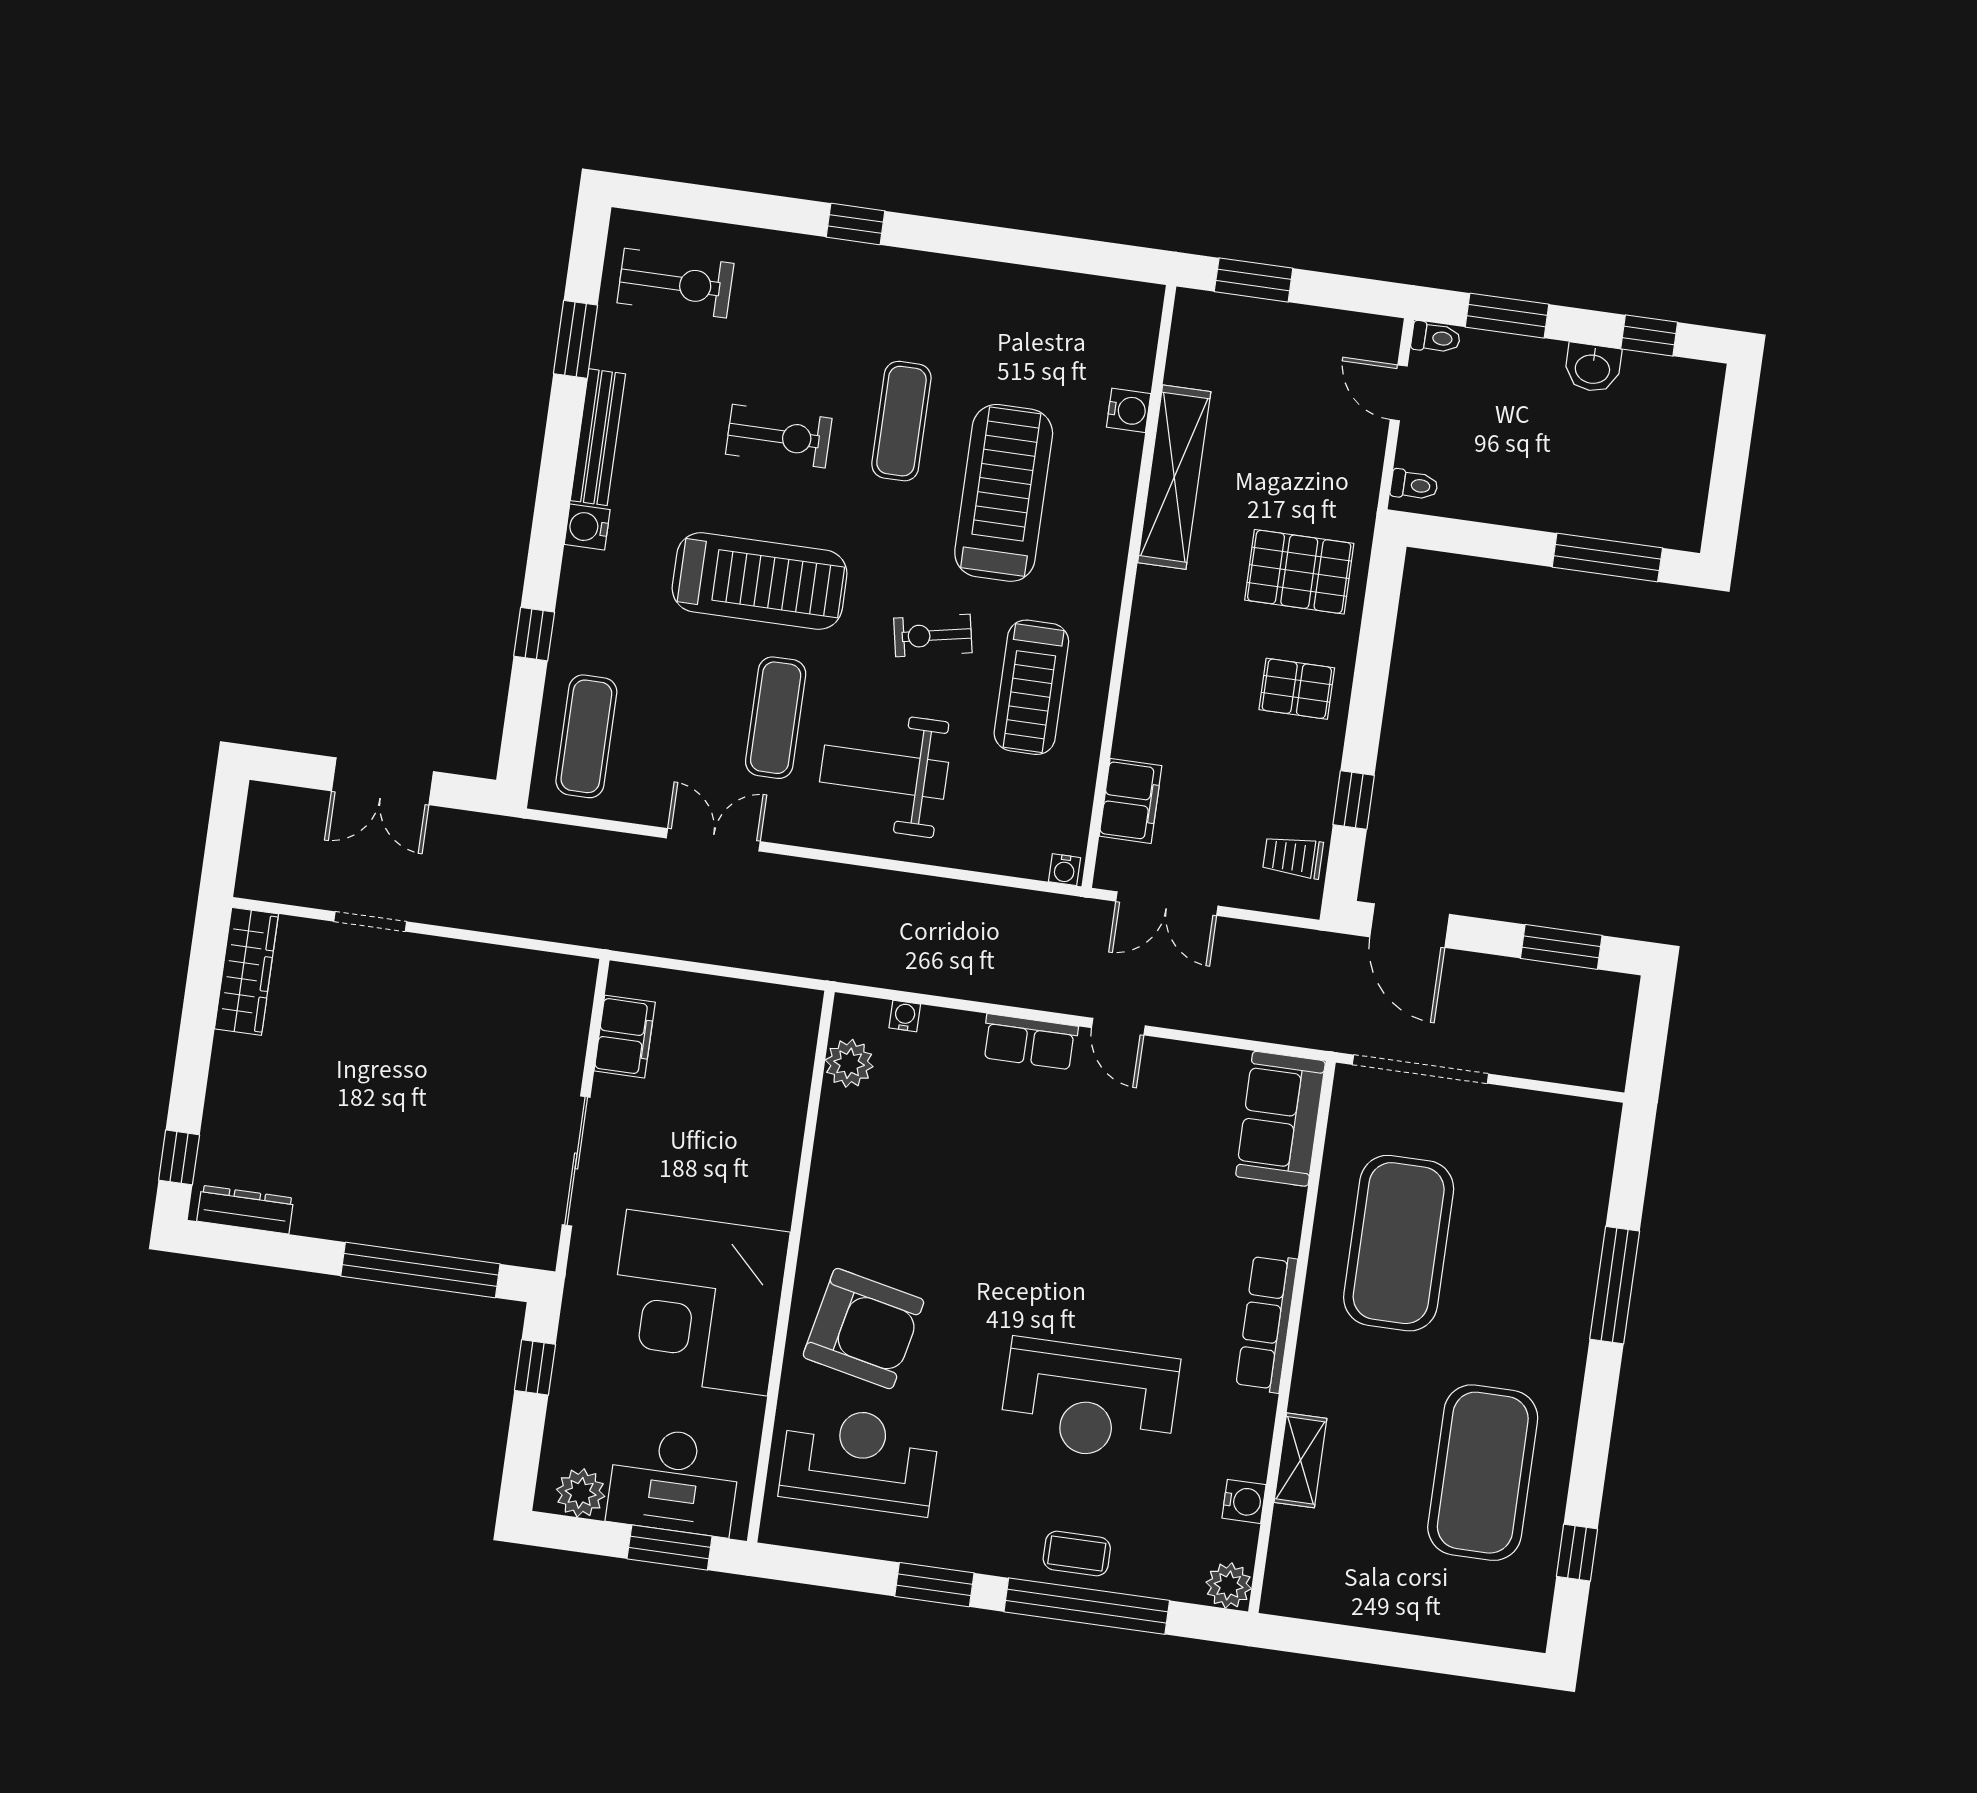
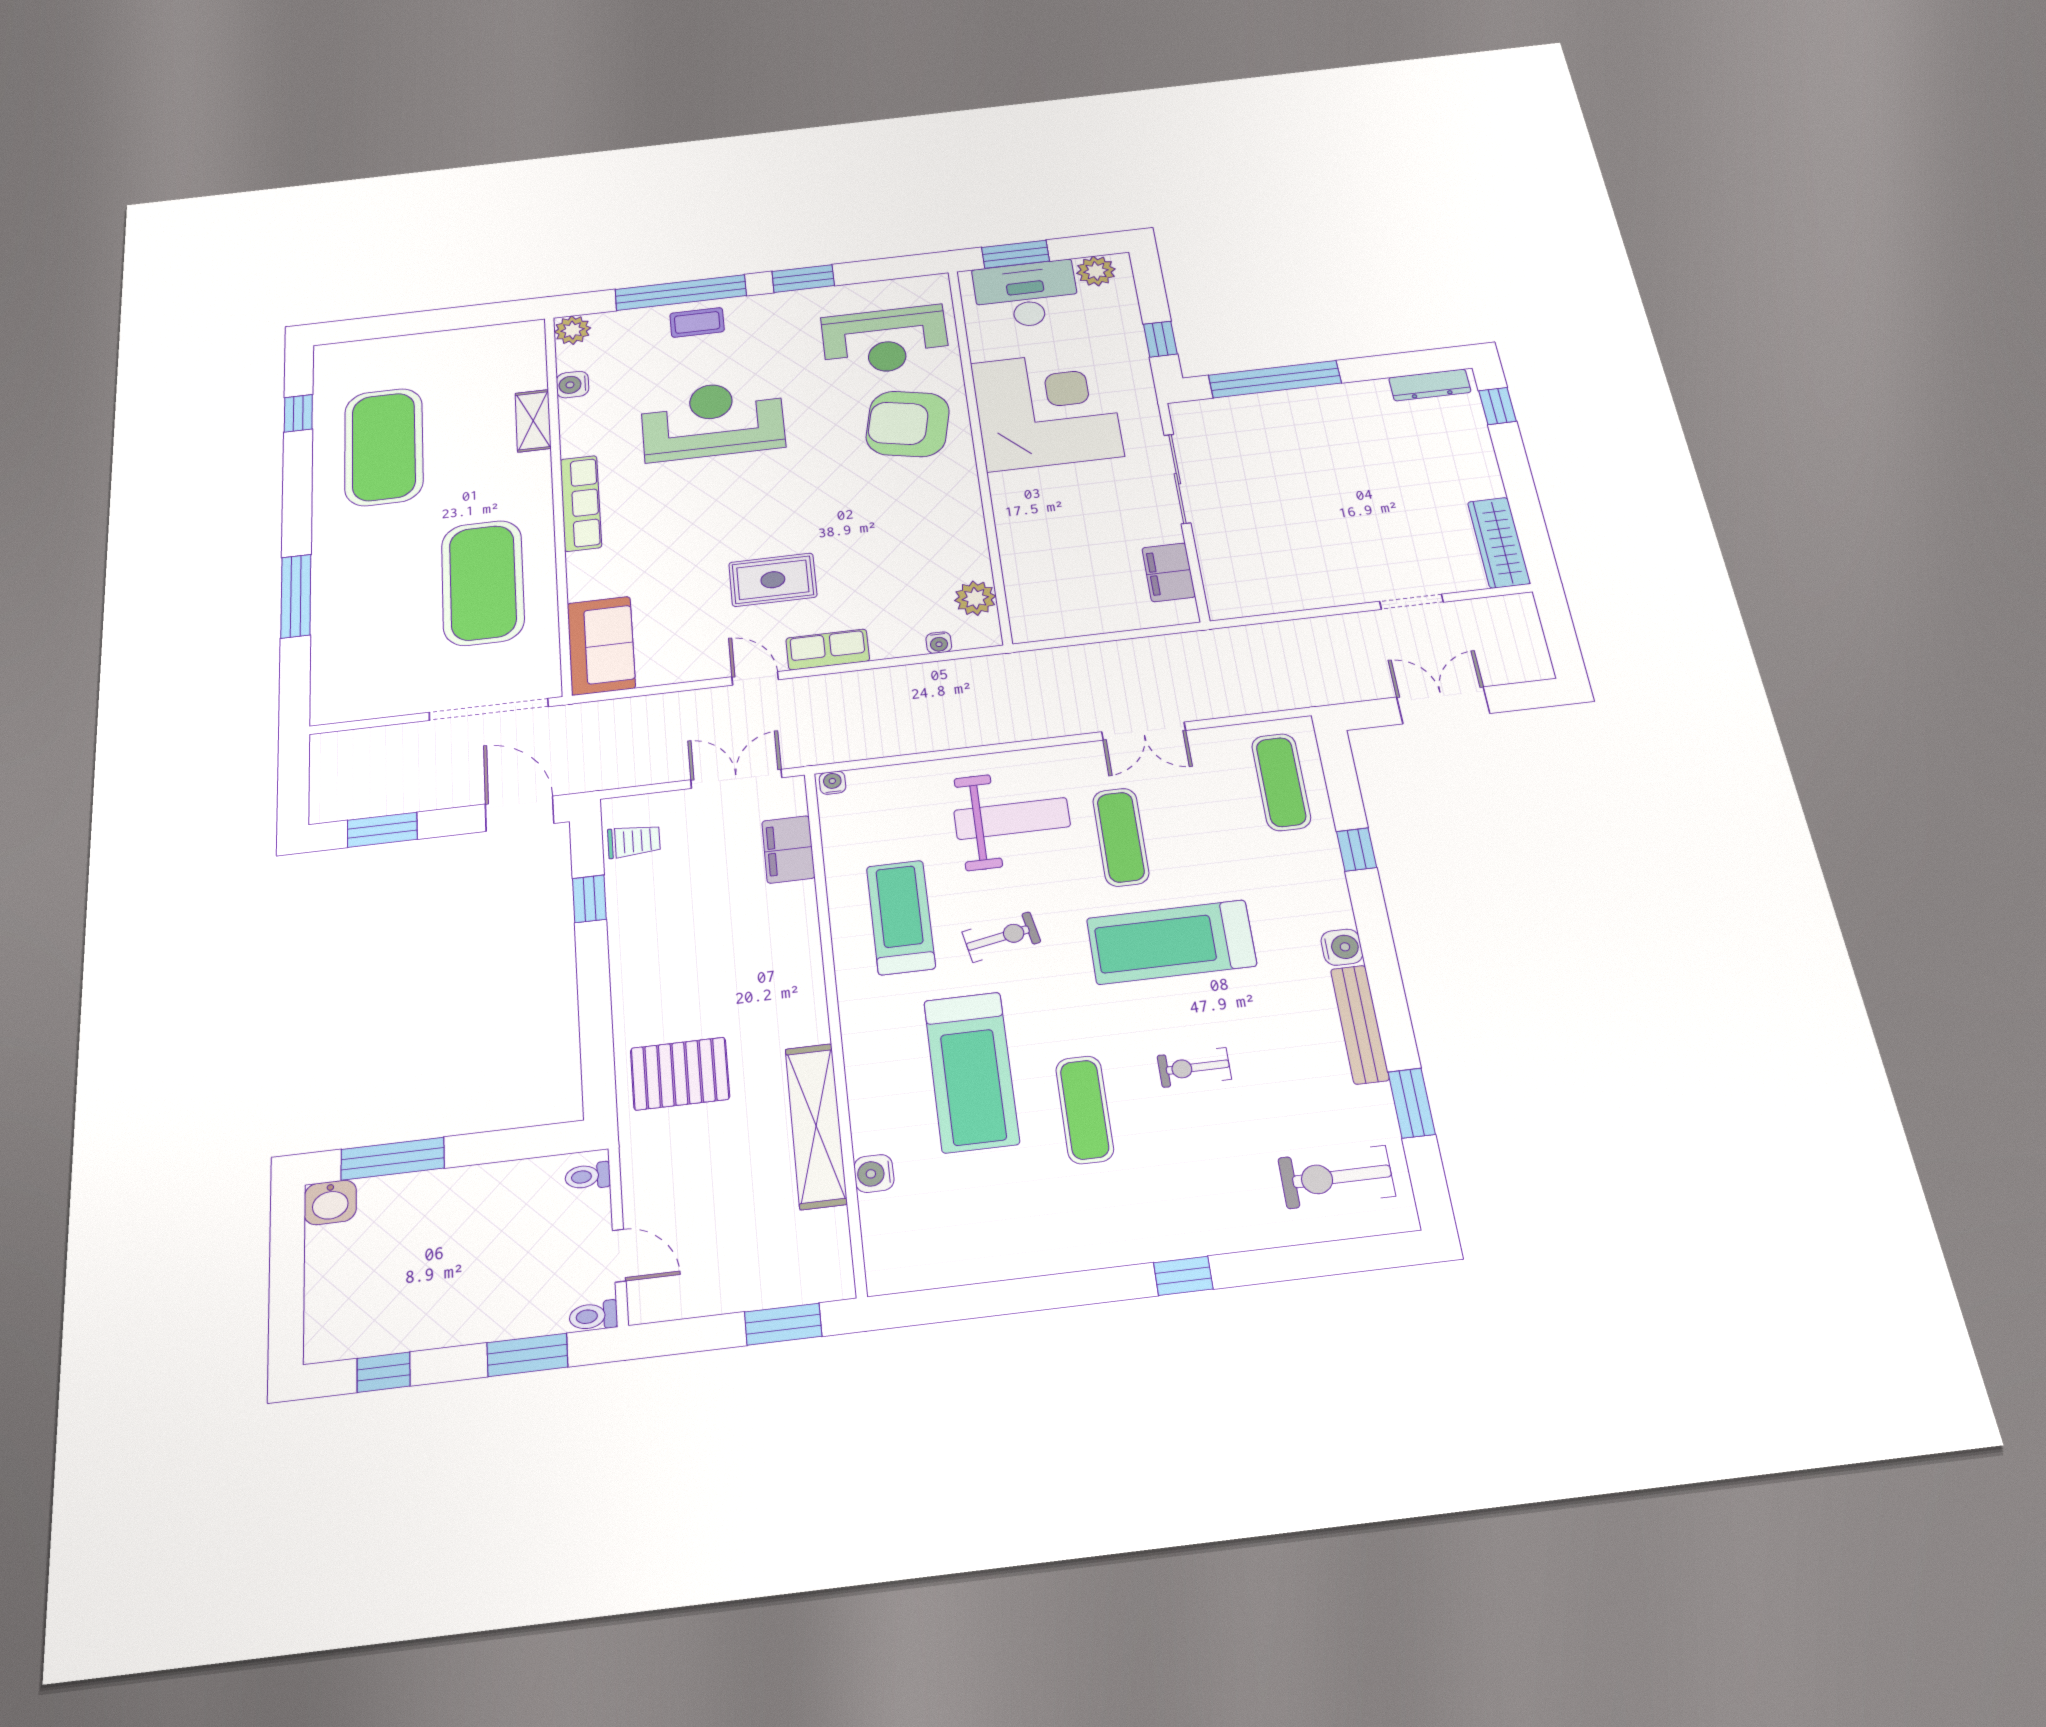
washbasin: (1593, 368) -> (330, 1202), moved, turned 180
exercise bike: (779, 436) -> (1194, 1067), width x0.73, depth x0.72
pallet: (1297, 689) -> (660, 975), removed
rug: (1070, 1153) -> (773, 580), added

